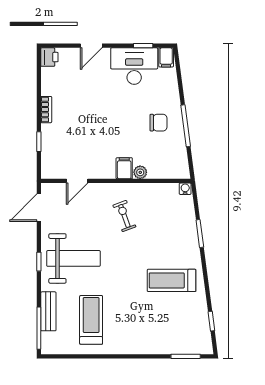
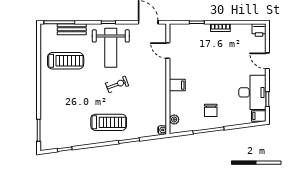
plant: (140, 172) -> (174, 120), moved
exercise bike: (124, 216) -> (117, 84), moved
treadmill: (172, 280) -> (109, 122), moved, turned 90

